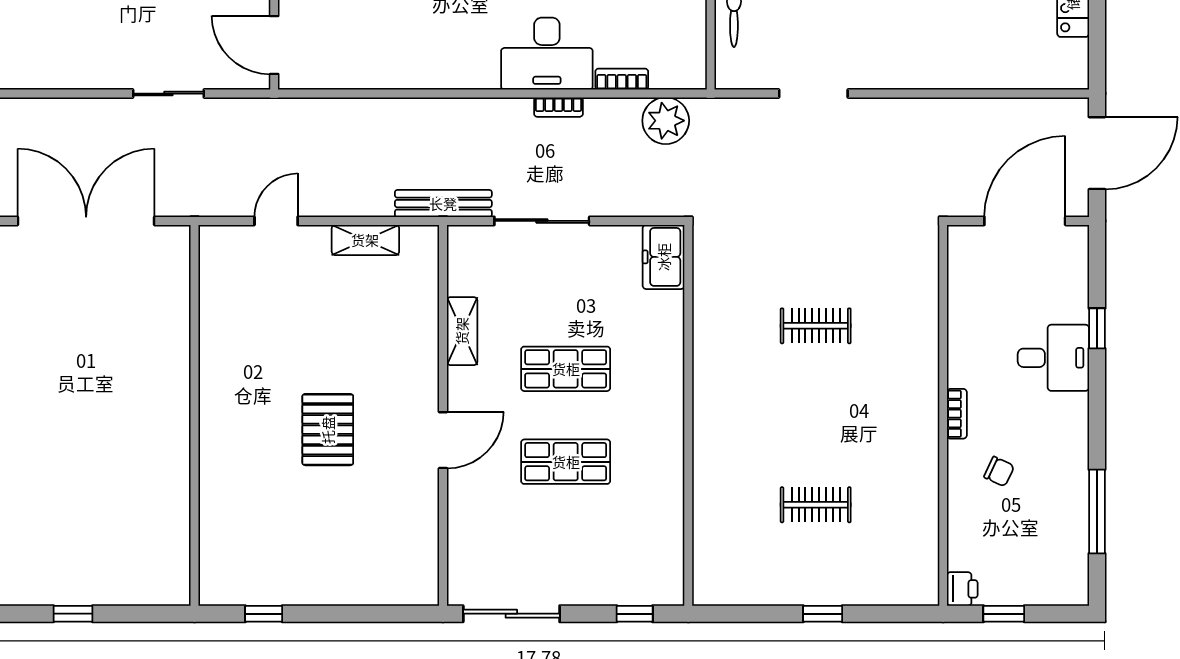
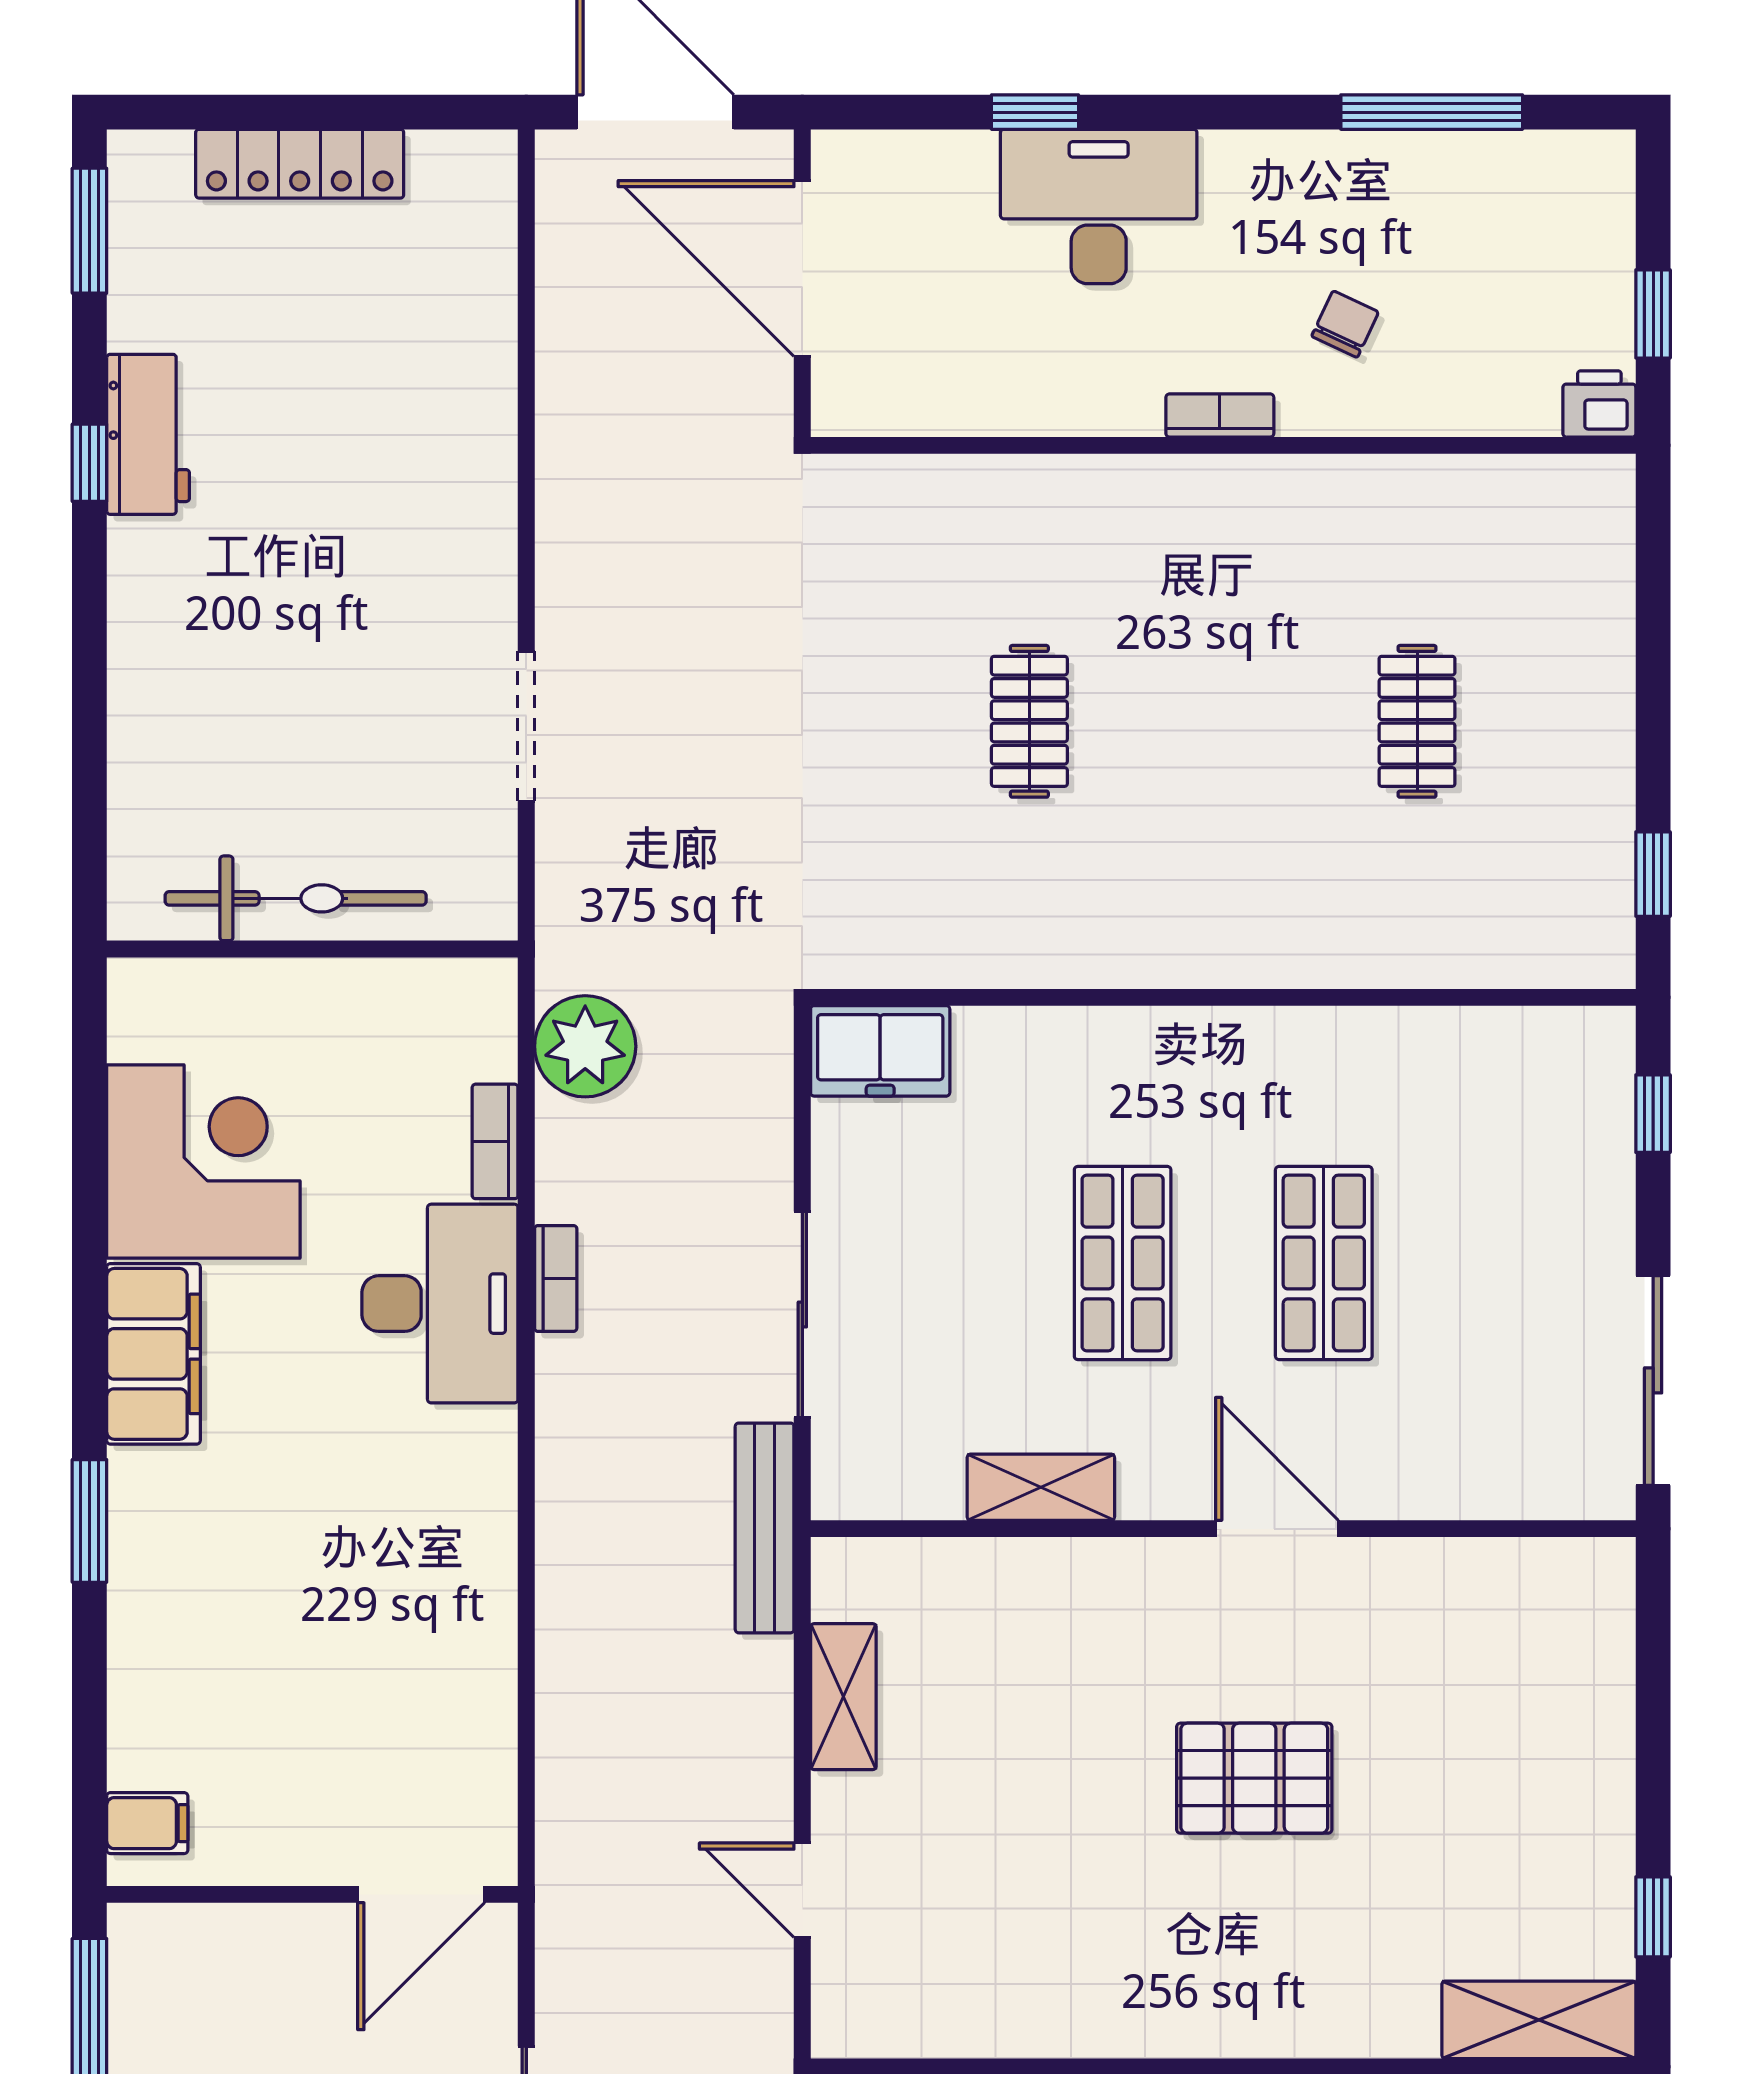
desk: (1053, 358) -> (1099, 206), width x1.37
shelving: (216, 561) -> (1539, 2020), added
window: (823, 614) -> (1653, 874), moved

